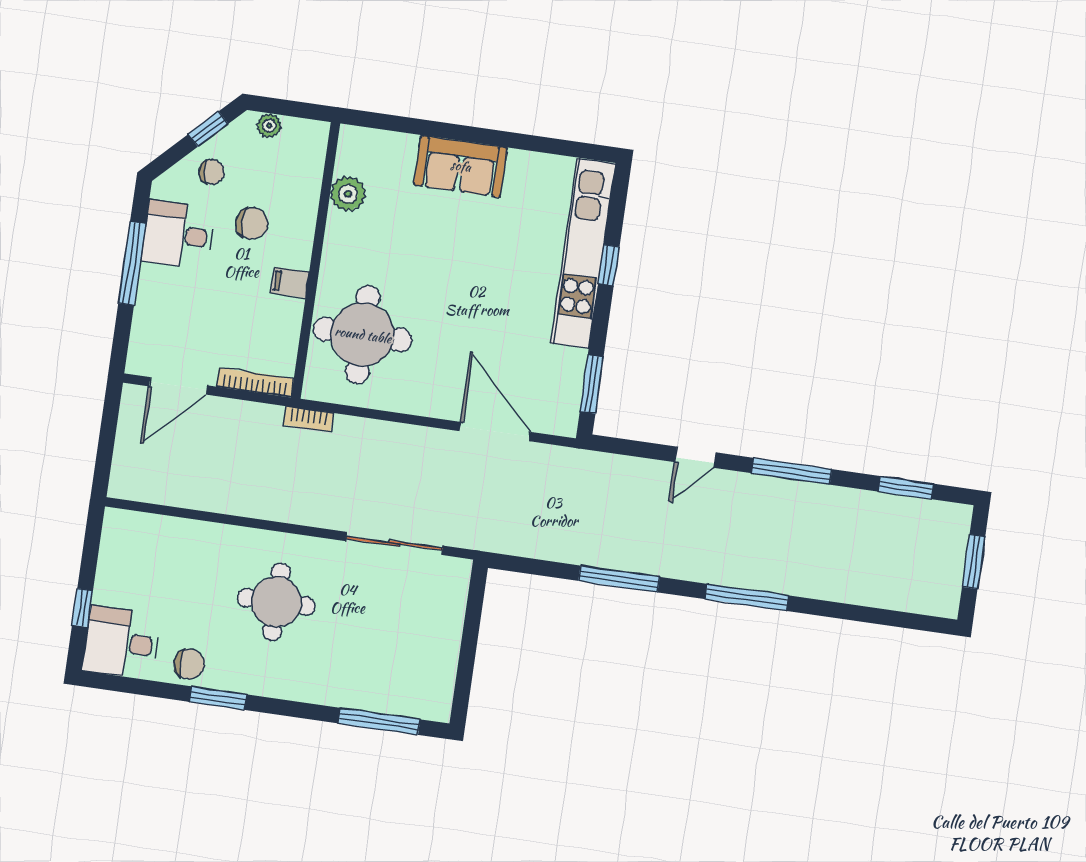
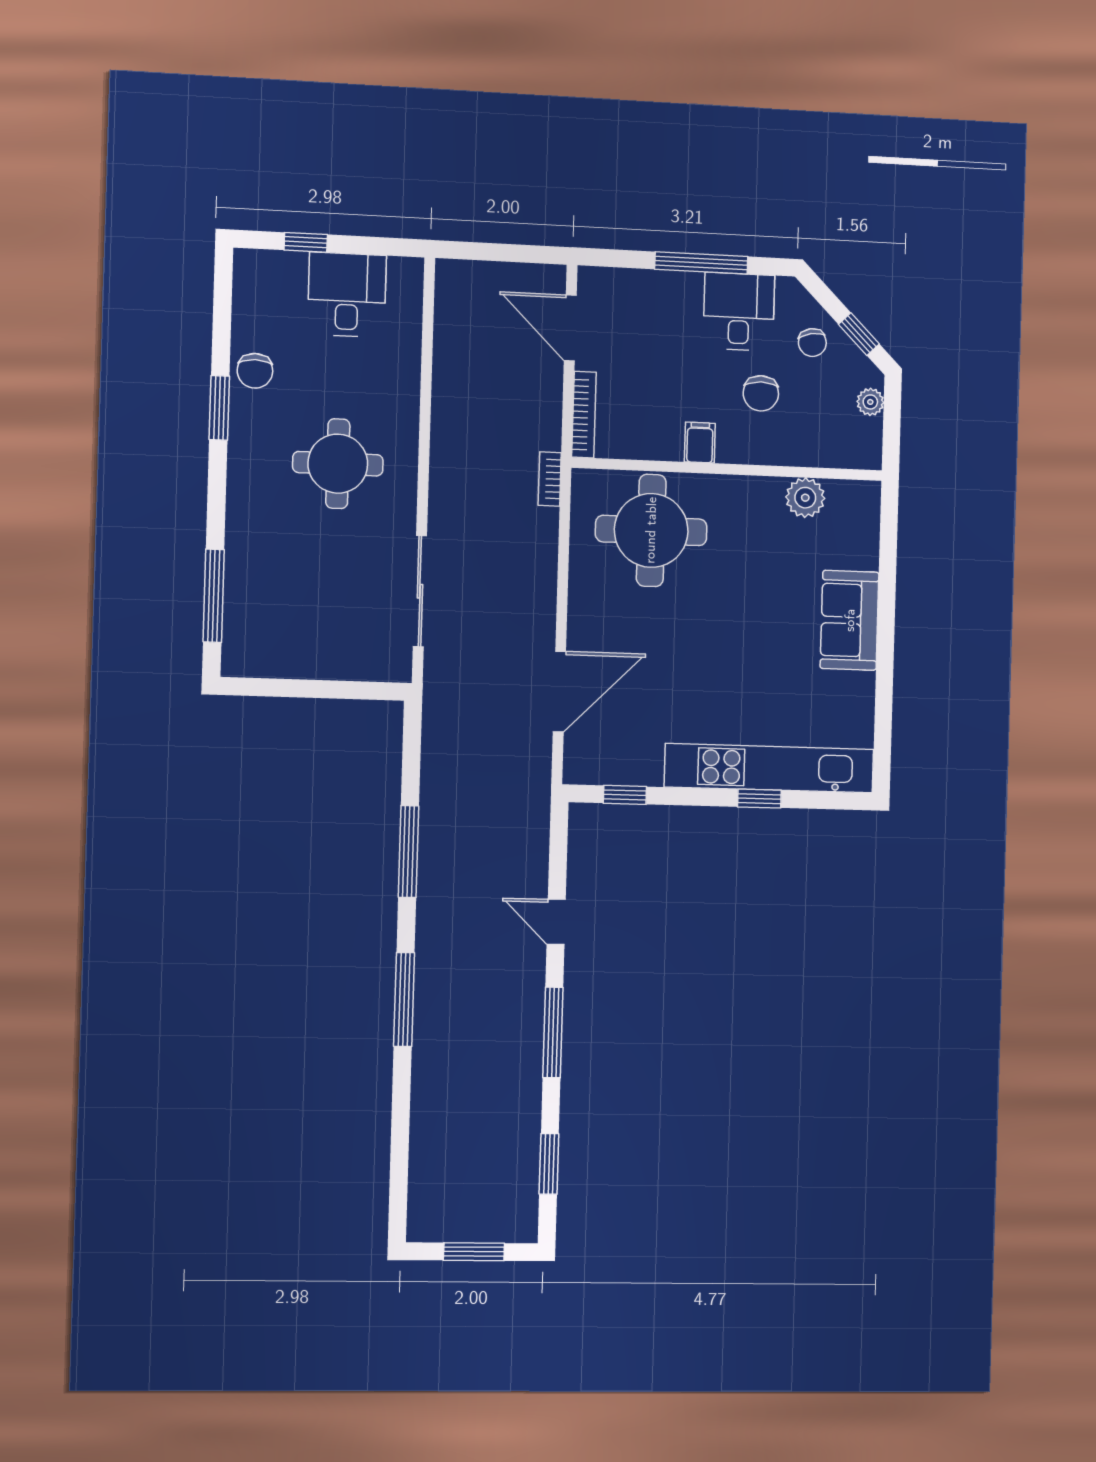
window: (592, 384) -> (625, 795), width x0.67
desk: (122, 643) -> (347, 295), moved

